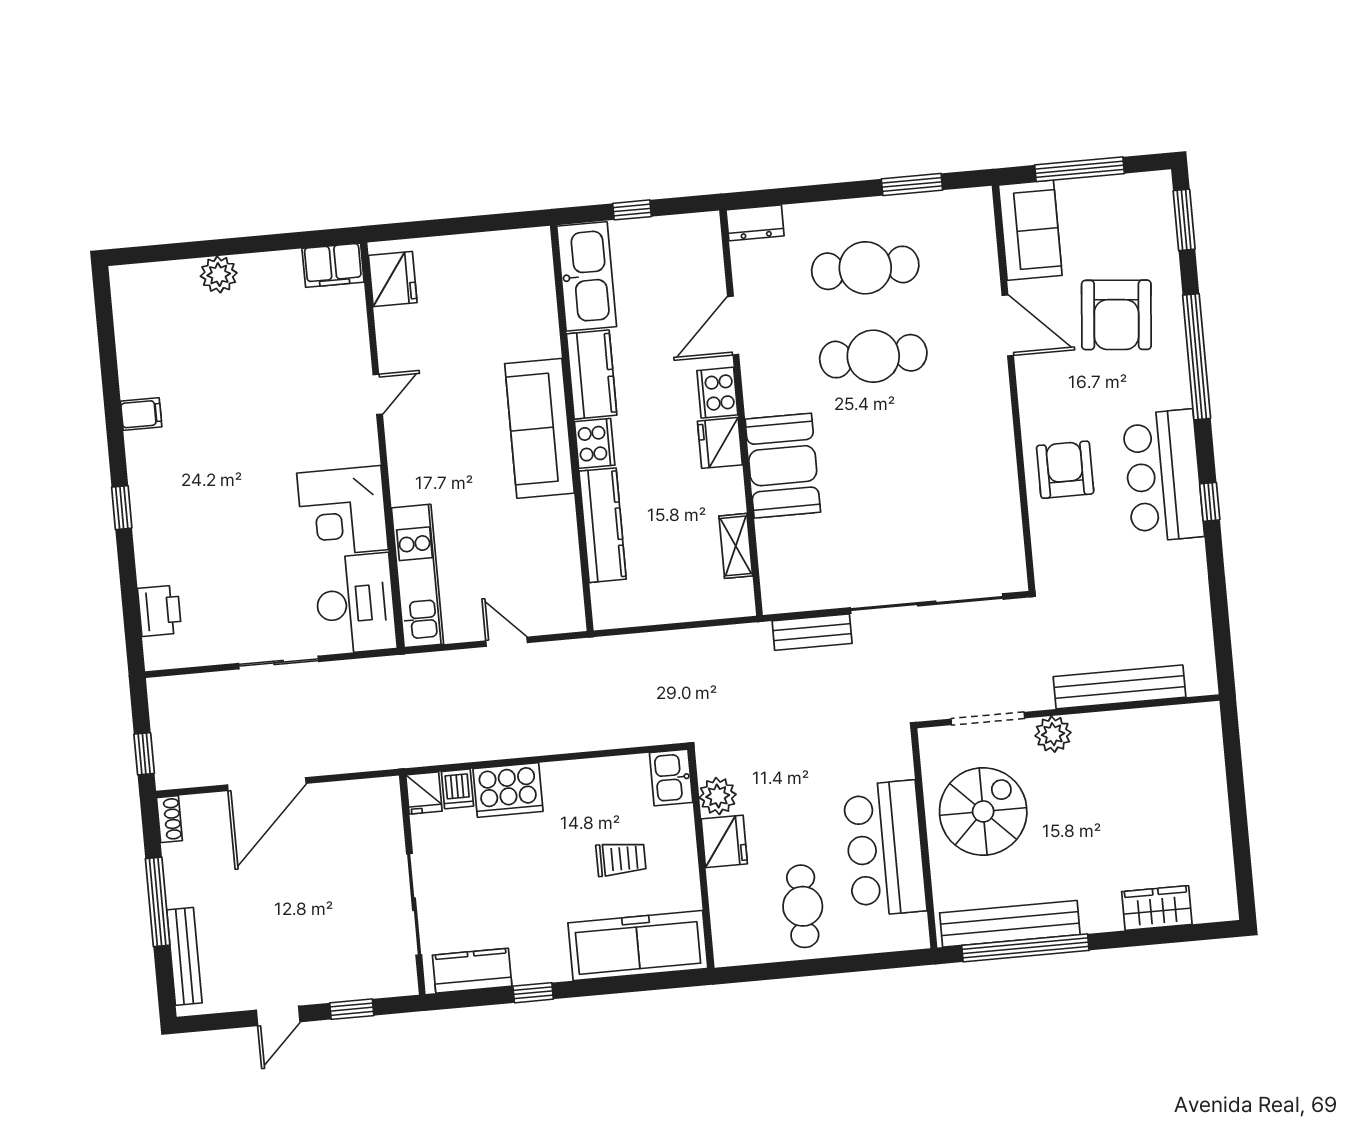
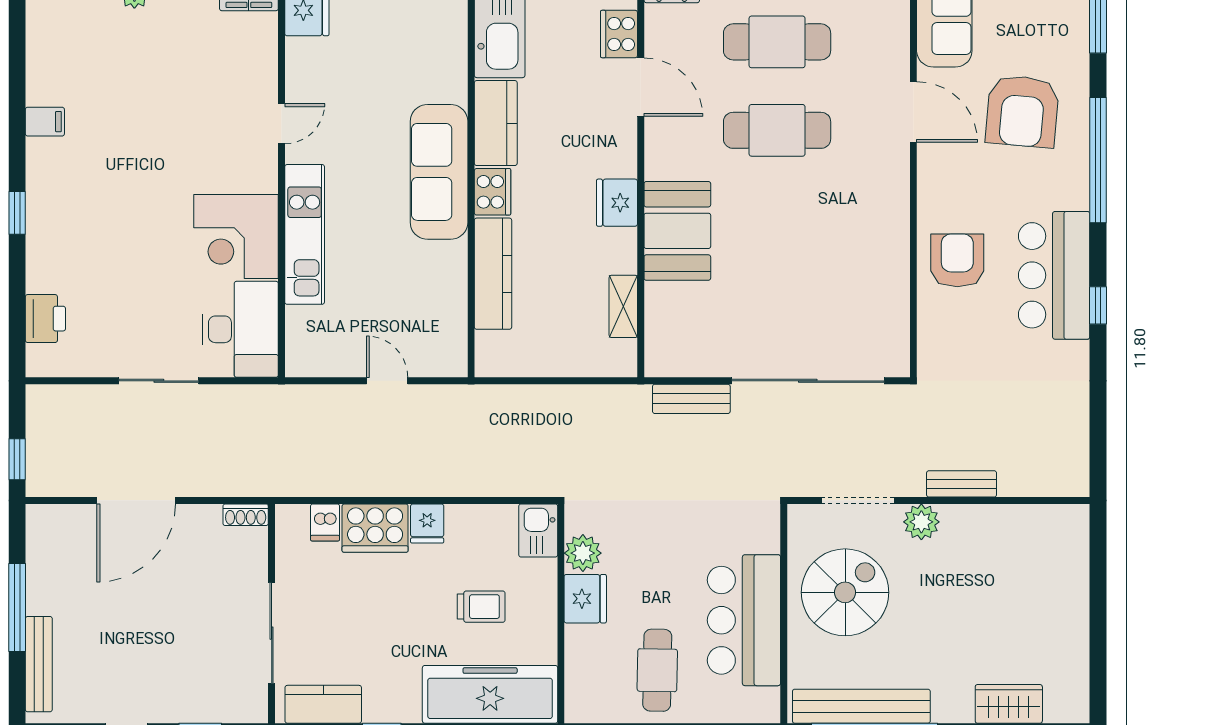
door: (733, 325) -> (641, 87), swing flipped
cooker: (717, 393) -> (619, 34), moved
kitchen unit: (417, 576) -> (305, 234), moved
bench: (1119, 687) -> (962, 484), width x0.54, depth x0.82
fridge: (424, 793) -> (427, 524), moved
shoe rack: (169, 819) -> (246, 515), moved, turned 90

